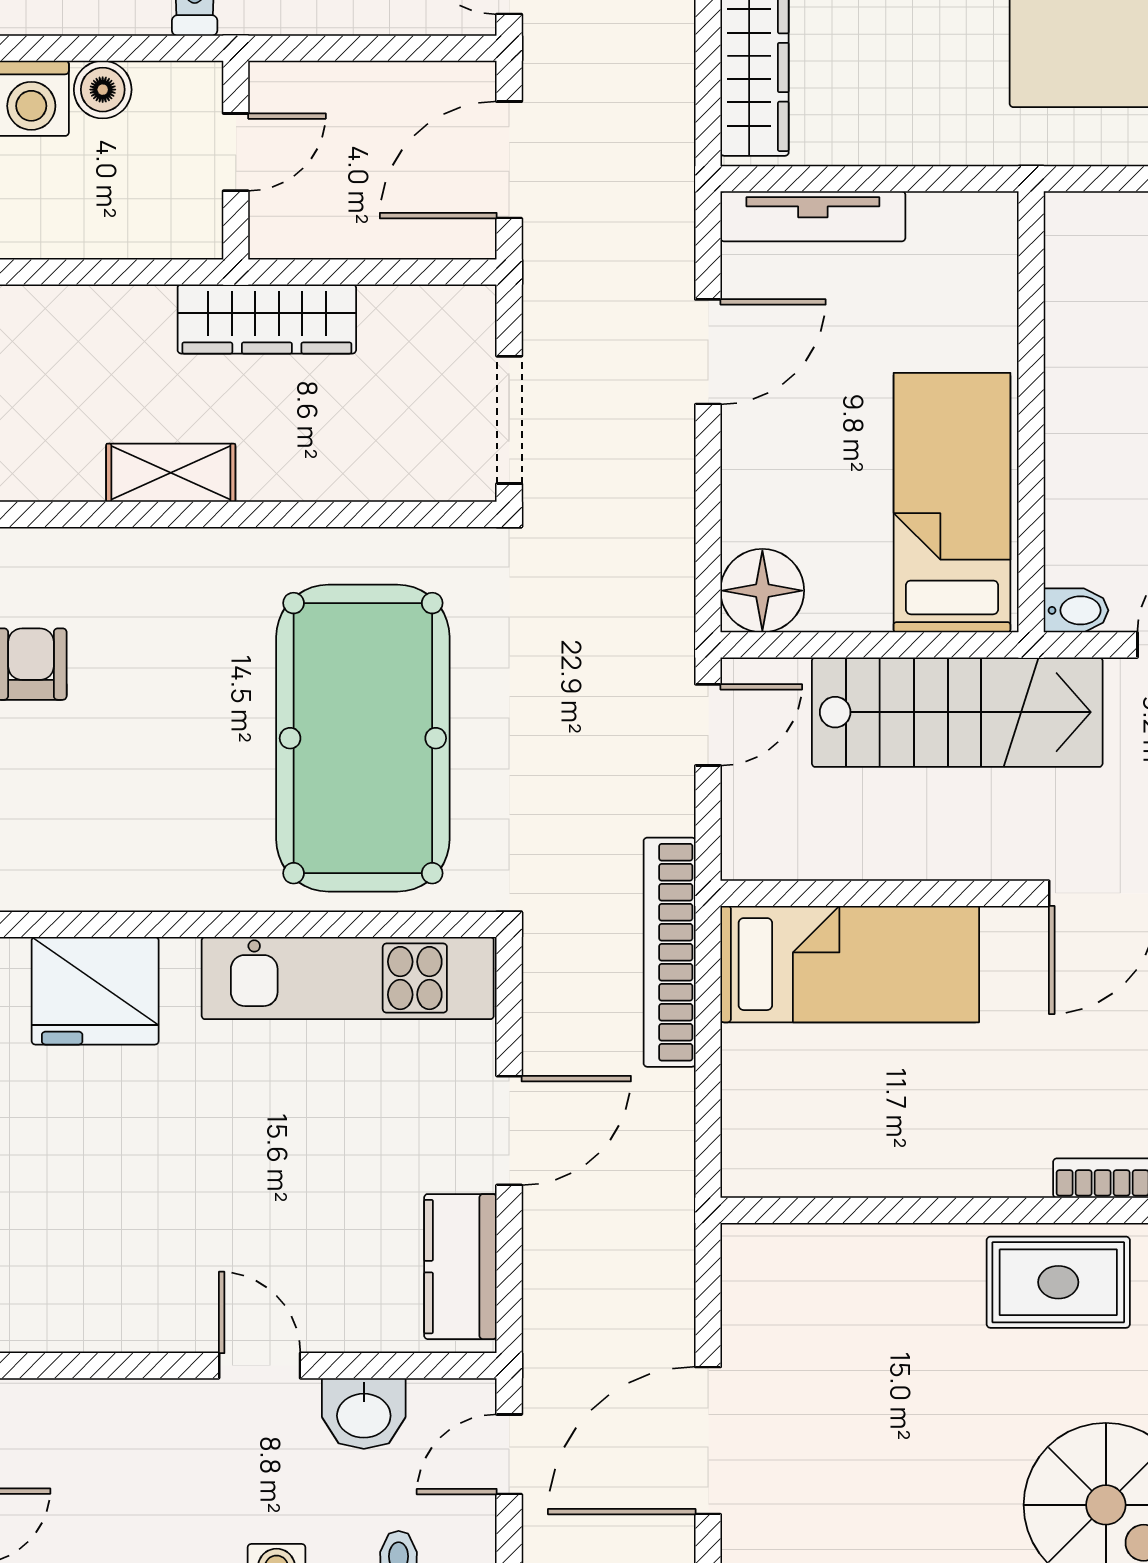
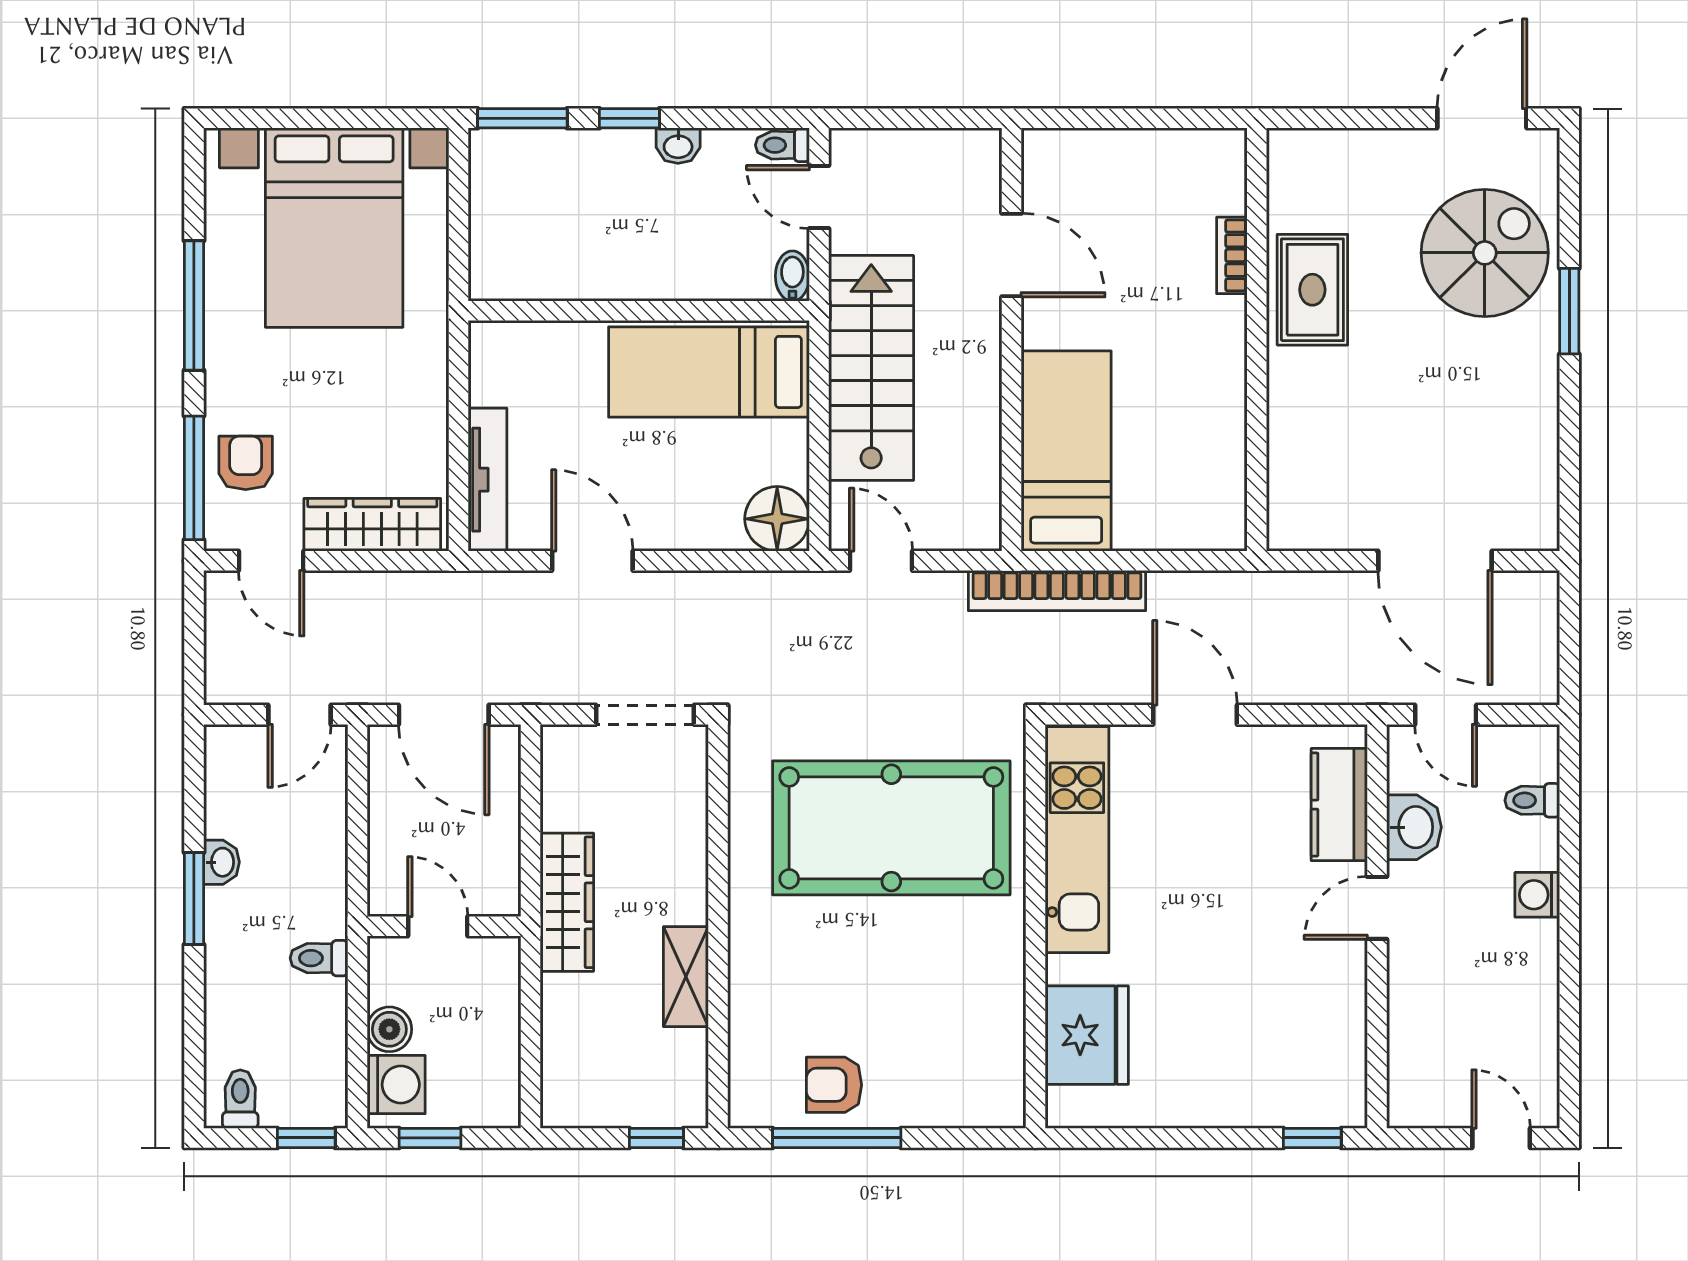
kitchen counter: (460, 1267) -> (1339, 805), moved, turned 90

